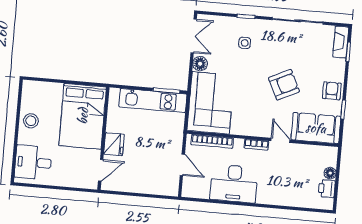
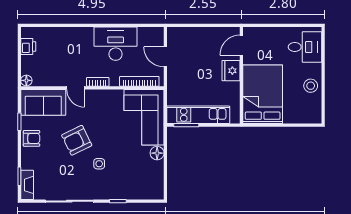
double door: (194, 36) -> (165, 178), removed
side table: (245, 43) -> (99, 164), moved
armchair: (332, 91) -> (32, 138), turned -90
floor lamp: (330, 173) -> (26, 80), moved

